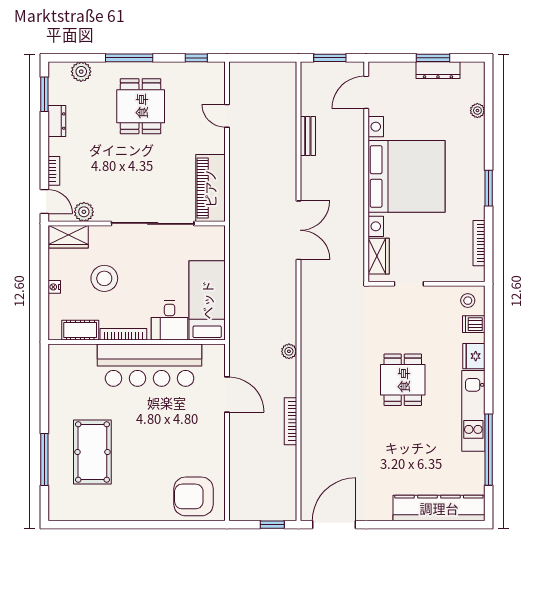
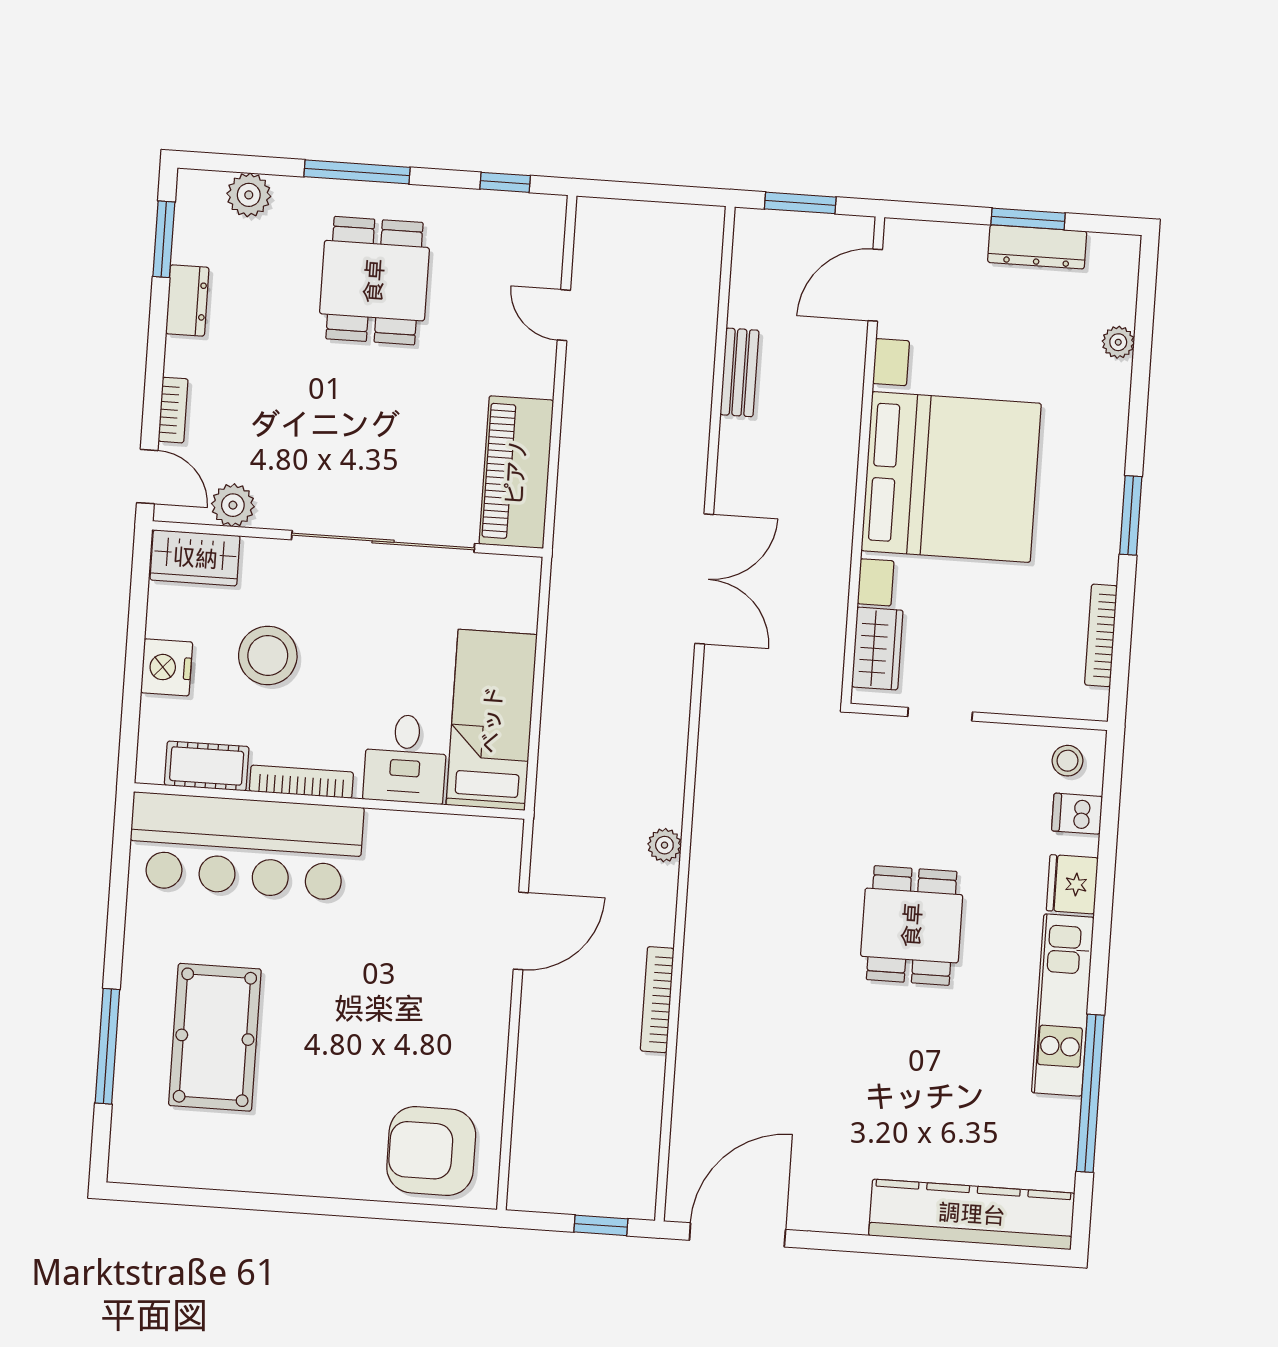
nightstand: (54, 287) -> (167, 667), width x1.89, depth x1.79
bar counter: (150, 365) -> (246, 847), moved
door: (227, 394) -> (521, 931), hinge flipped

